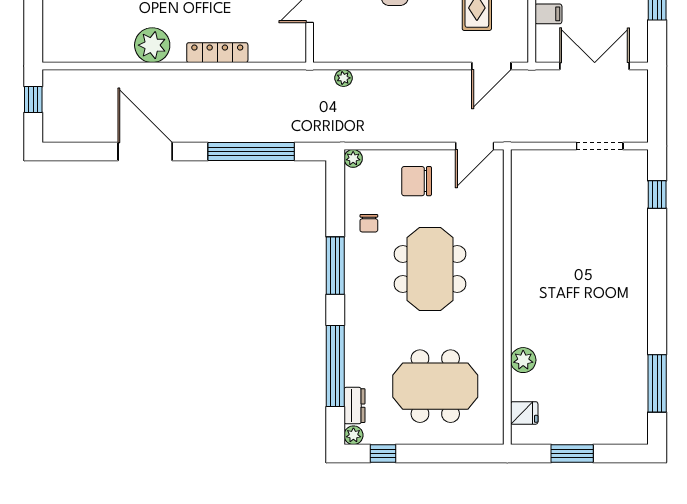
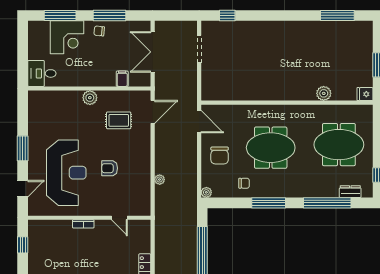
door: (491, 66) -> (153, 112), hinge flipped
plant: (343, 78) -> (160, 180), moved
meeting table: (435, 386) -> (339, 145), turned 90
fridge: (524, 413) -> (365, 94), moved, turned -90
plant: (353, 435) -> (367, 192), removed

